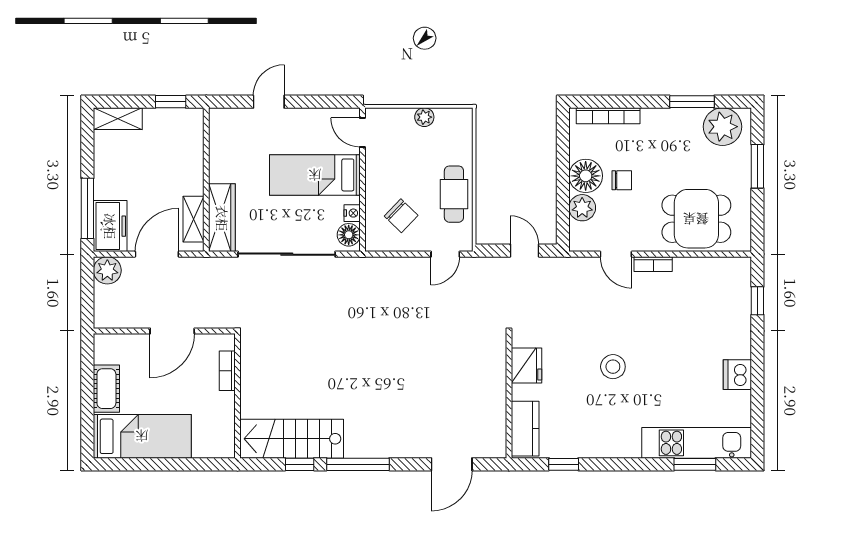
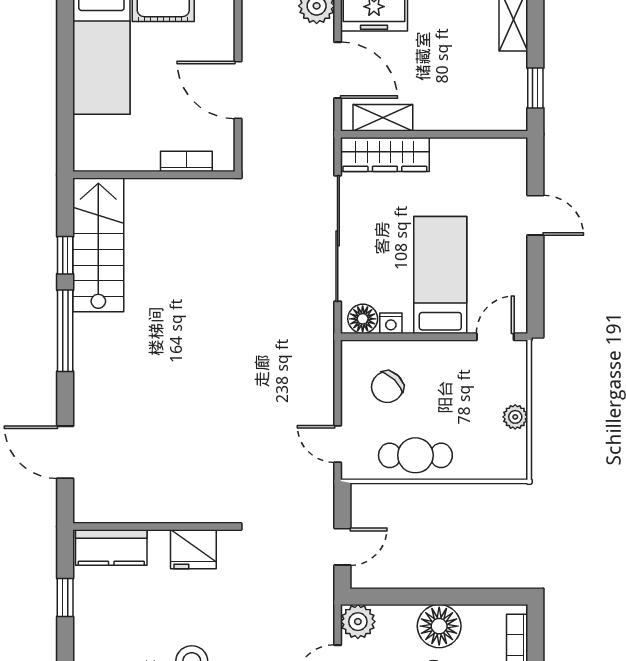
plant: (582, 208) -> (358, 622), moved

